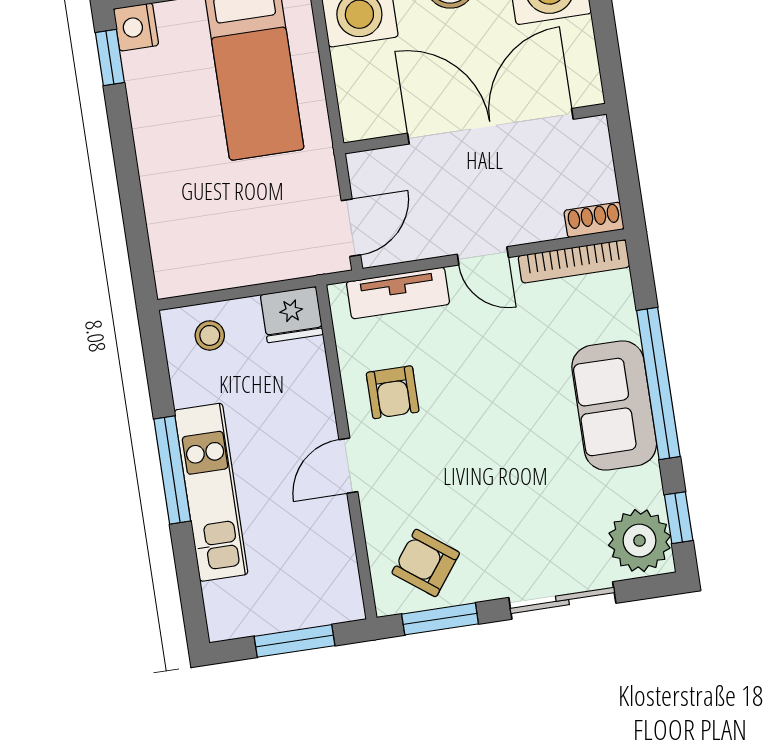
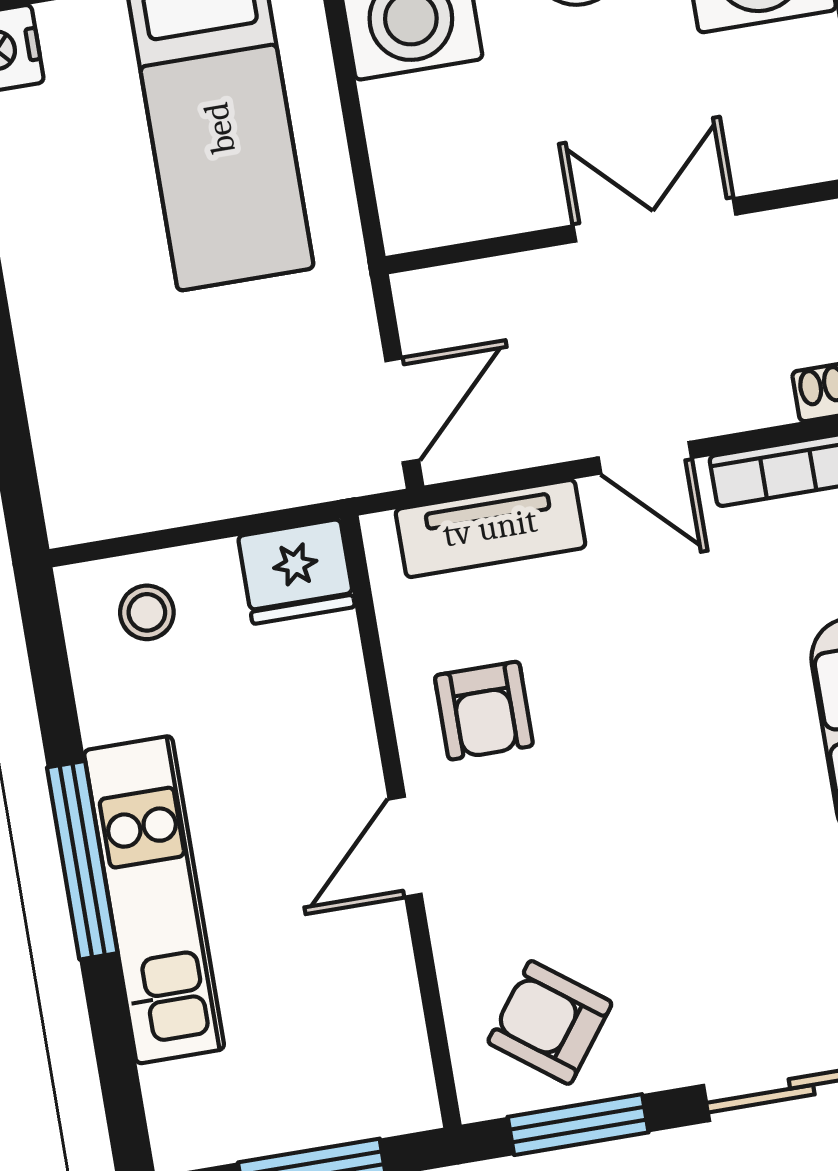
double door: (490, 126) -> (654, 220), width x0.54

